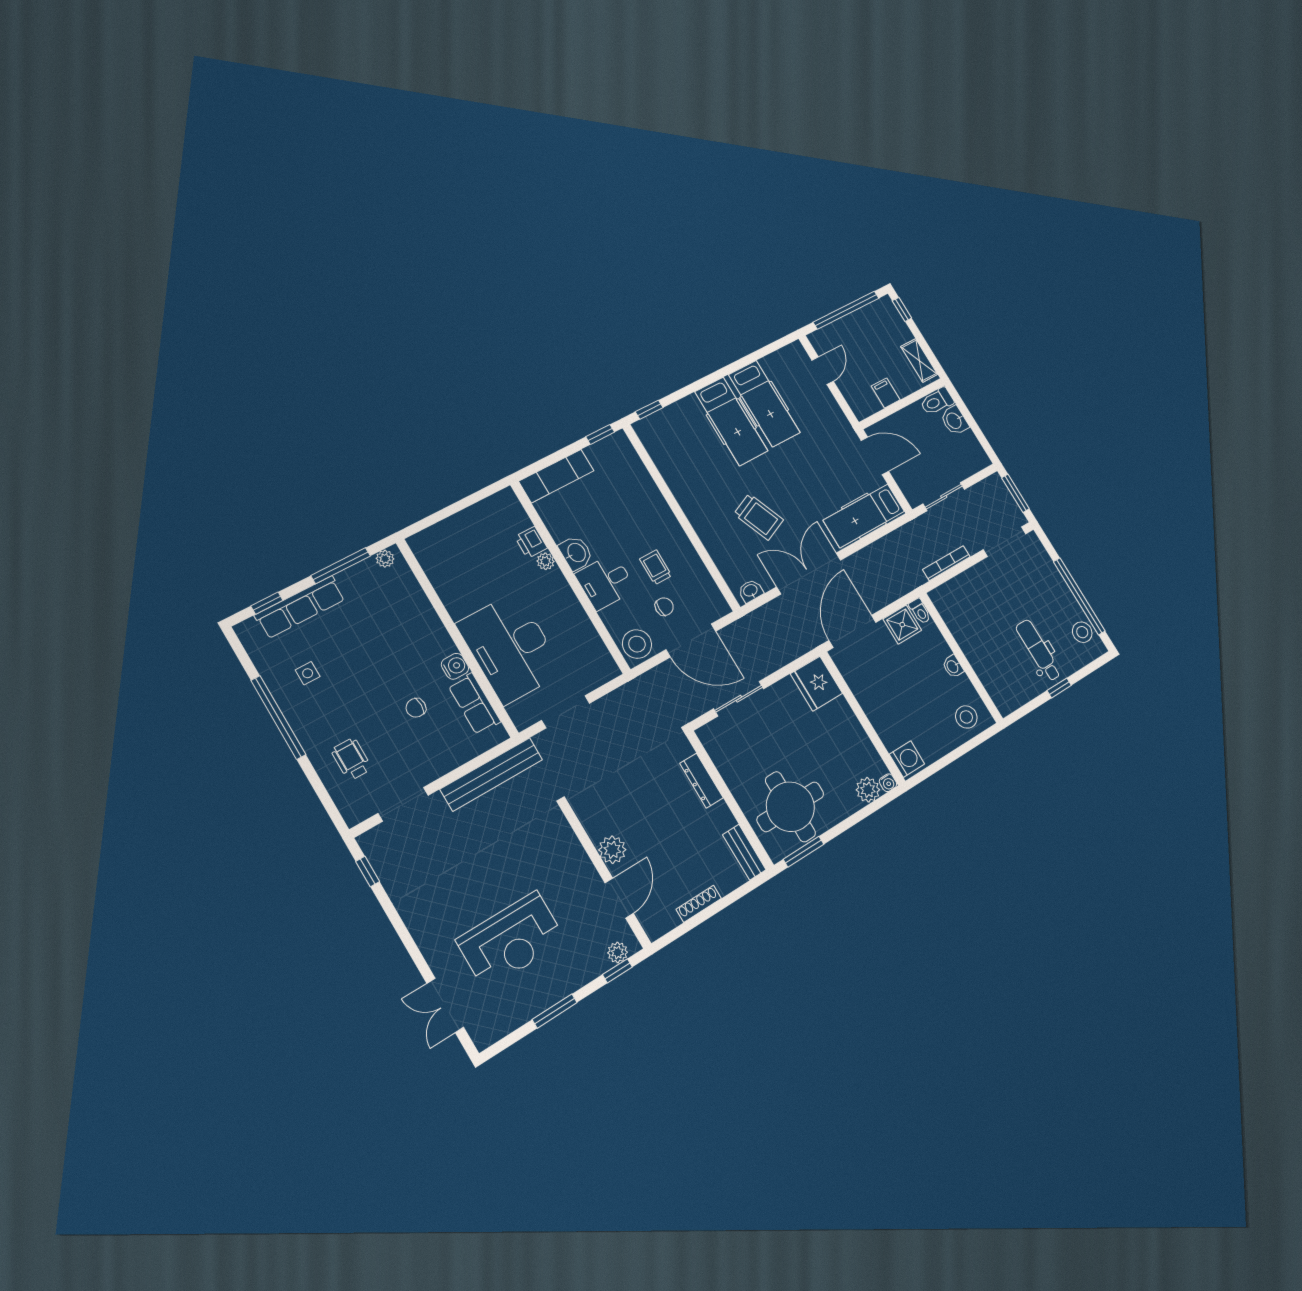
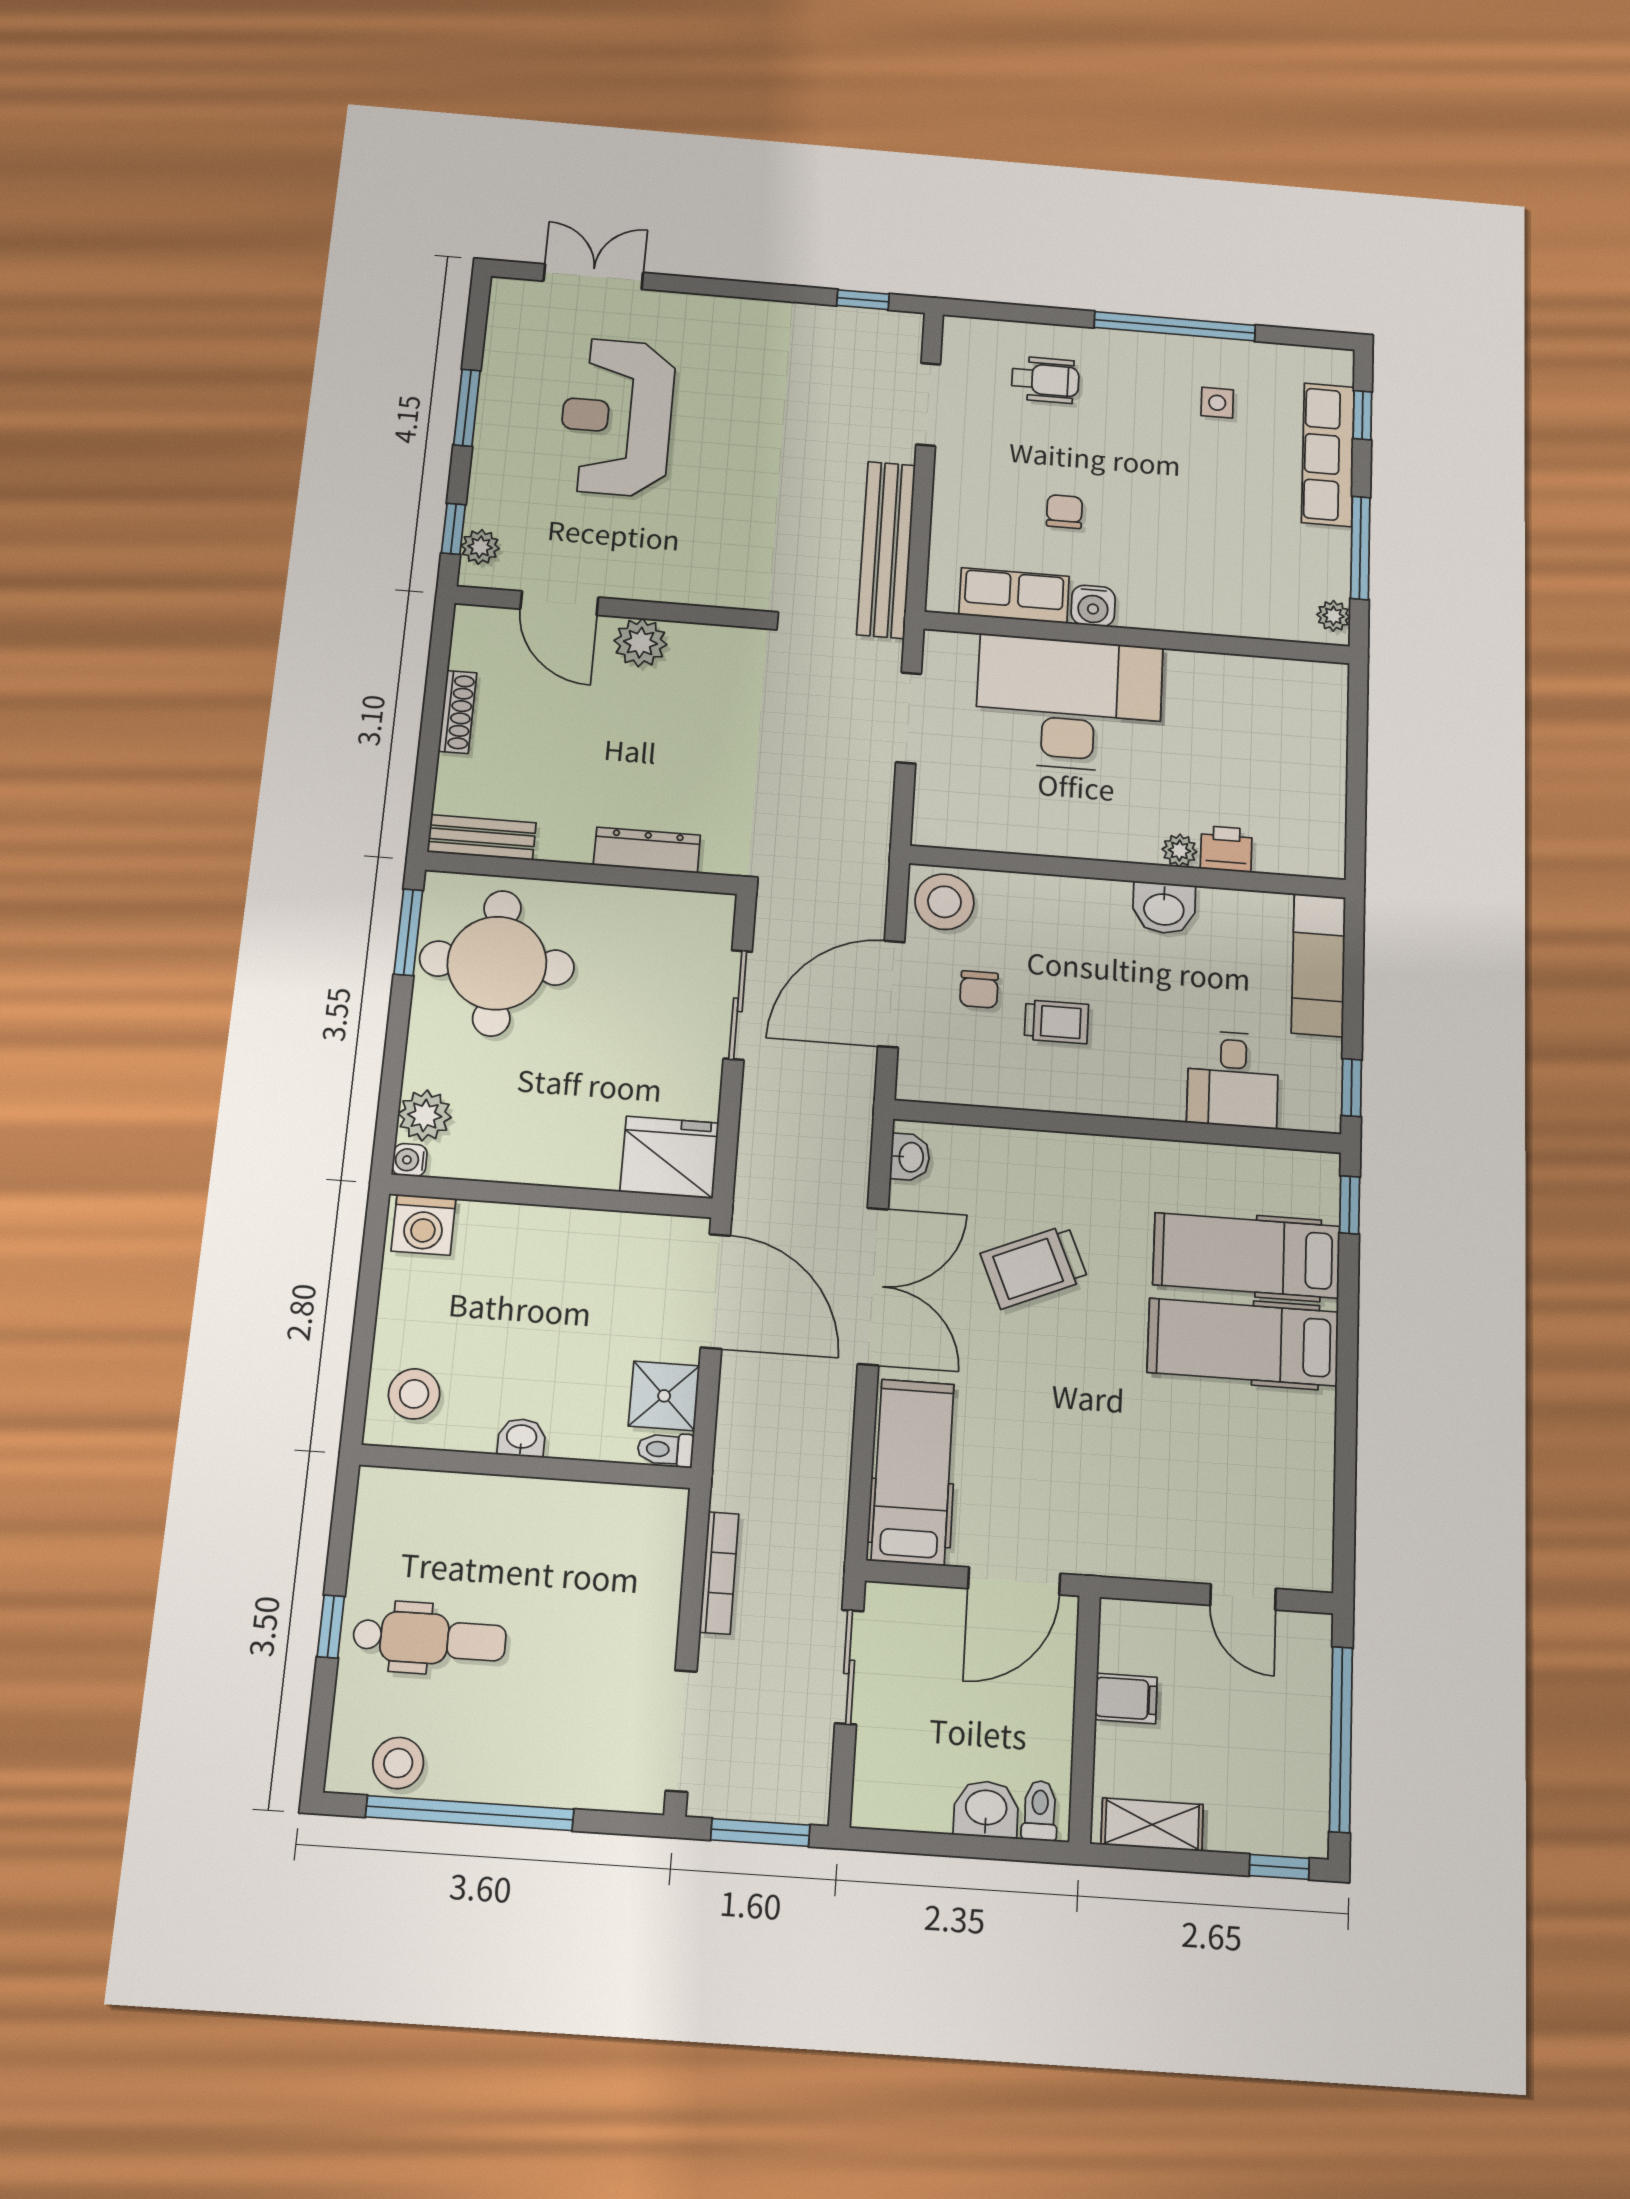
toilet: (937, 401) -> (1040, 1811), width x0.73, depth x0.72
hospital bed: (764, 404) -> (1247, 1255), moved
desk: (605, 582) -> (1233, 1079), moved, turned 180

